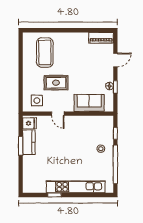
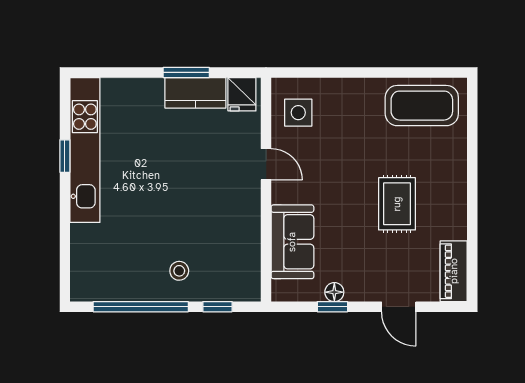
coffee table: (45, 52) -> (422, 106), moved
rug: (56, 83) -> (397, 204), moved
door: (58, 114) -> (266, 164), swing flipped
kitchen unit: (76, 187) -> (85, 150), moved

